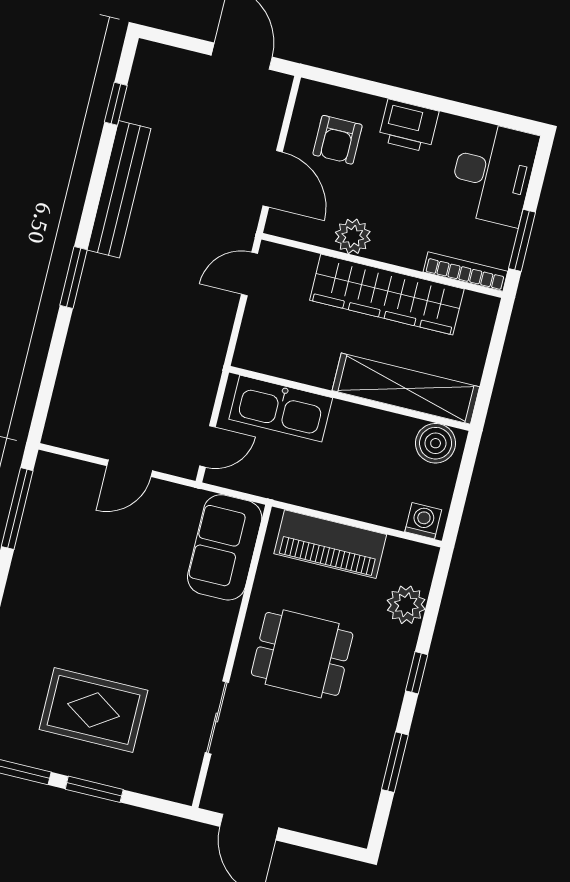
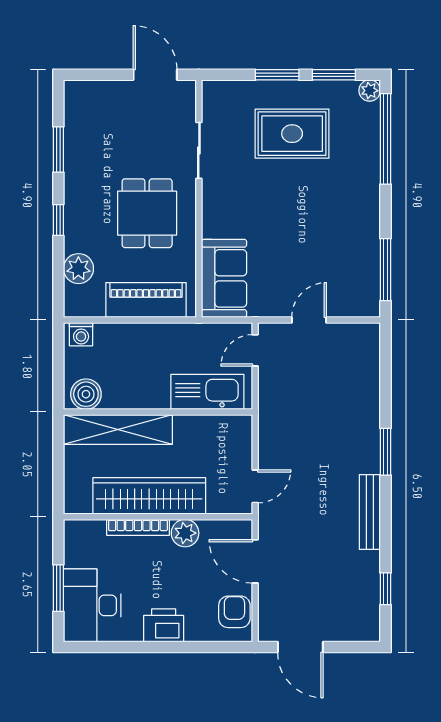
armchair: (338, 140) -> (234, 612), moved
bench: (119, 189) -> (370, 512), width x0.73, depth x0.82
window: (522, 240) -> (58, 588), moved
bookcase: (465, 272) -> (138, 527), moved
dining table: (302, 654) -> (147, 213), turned 90

